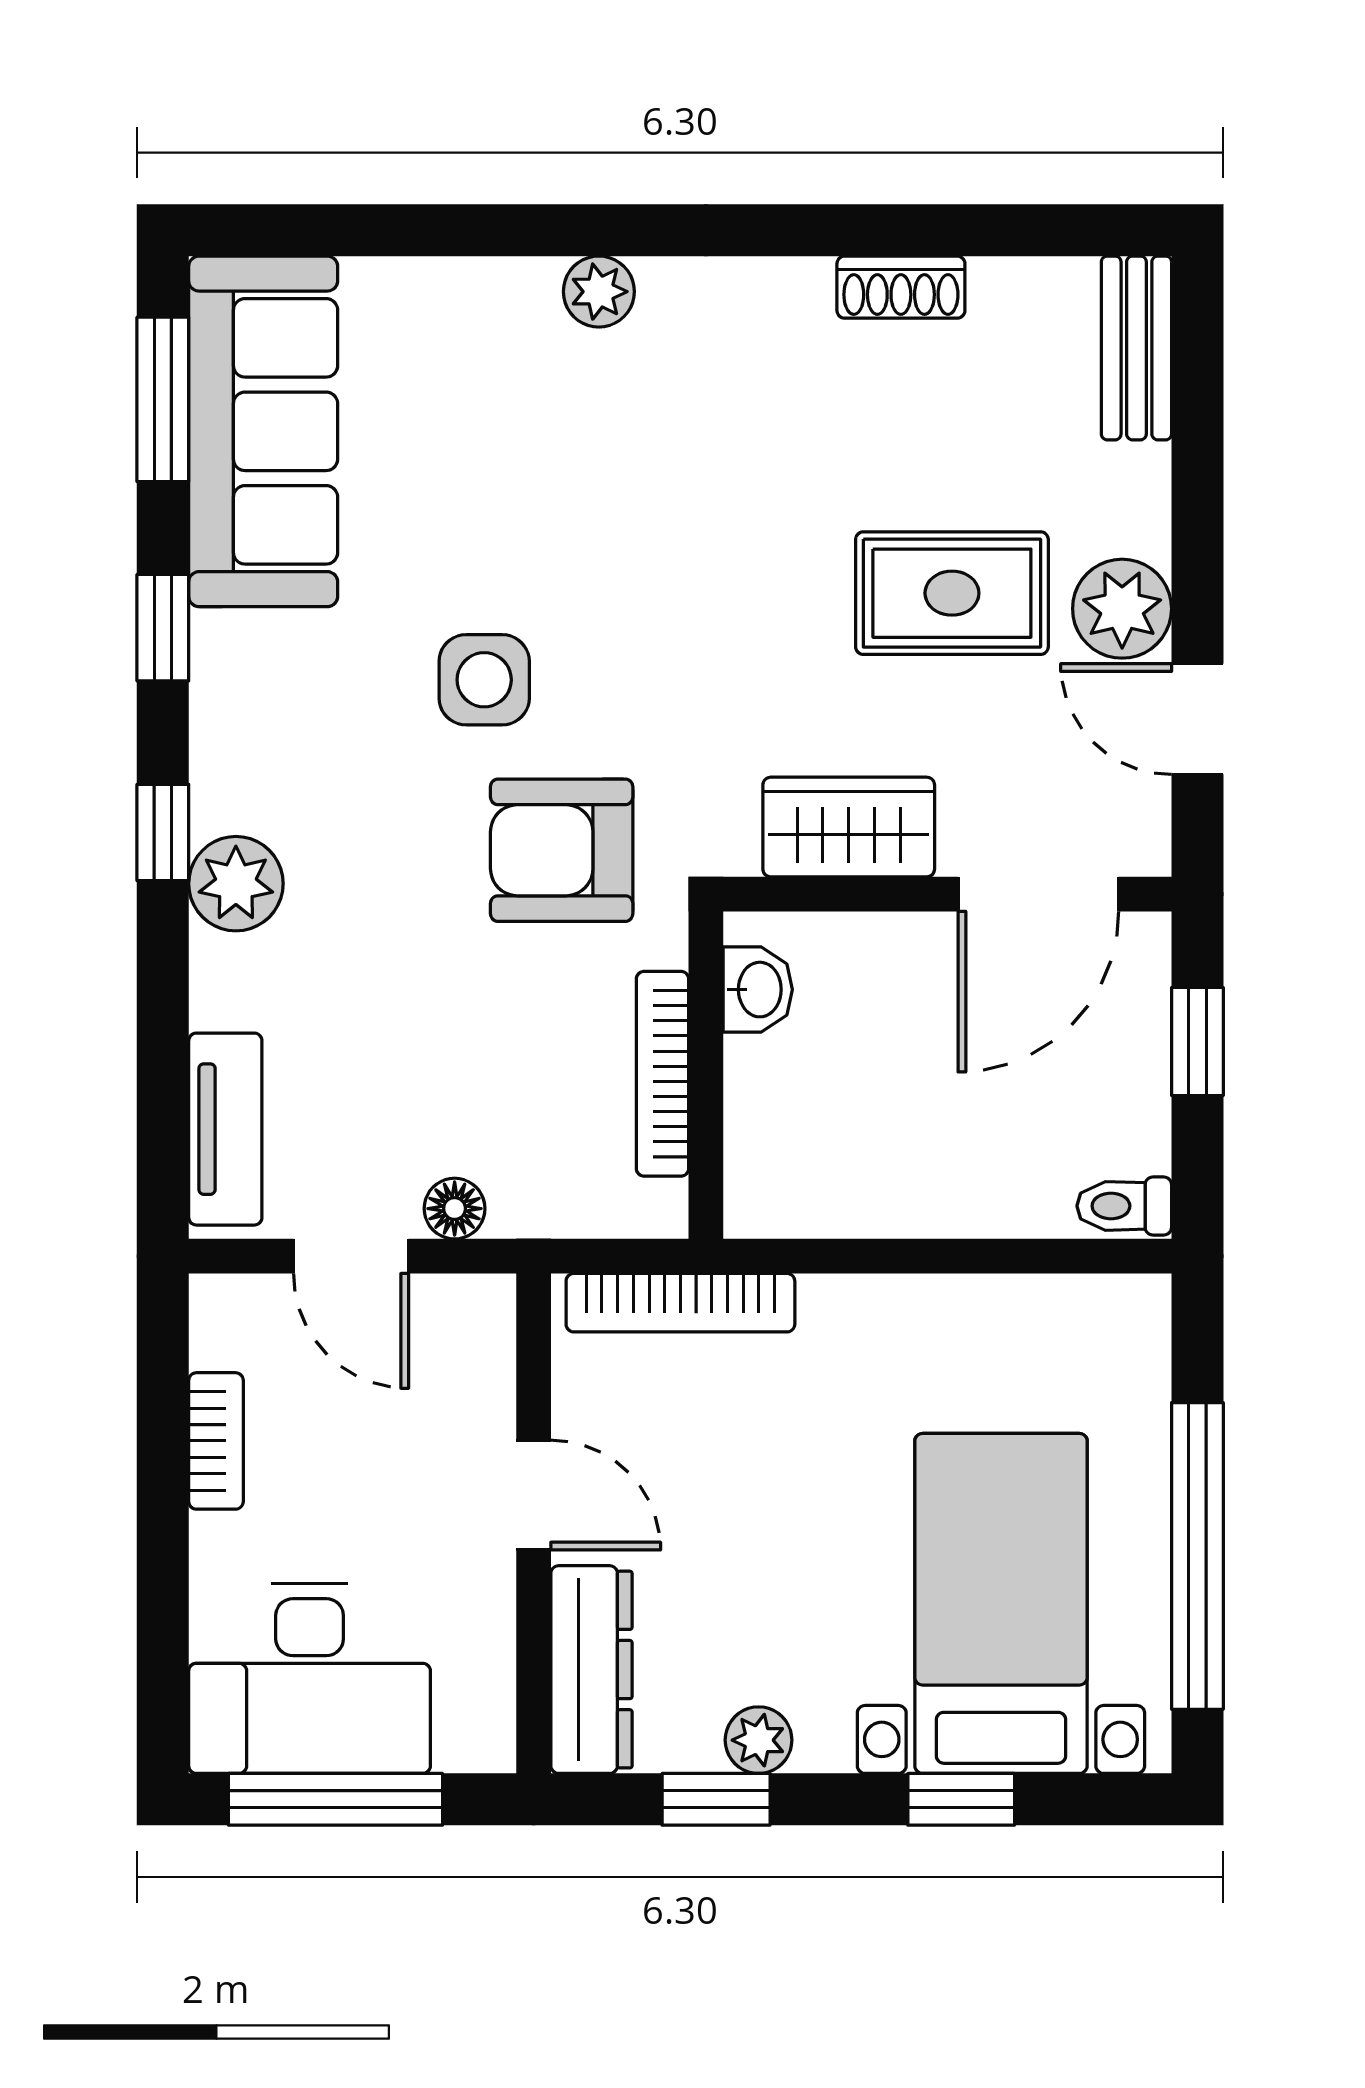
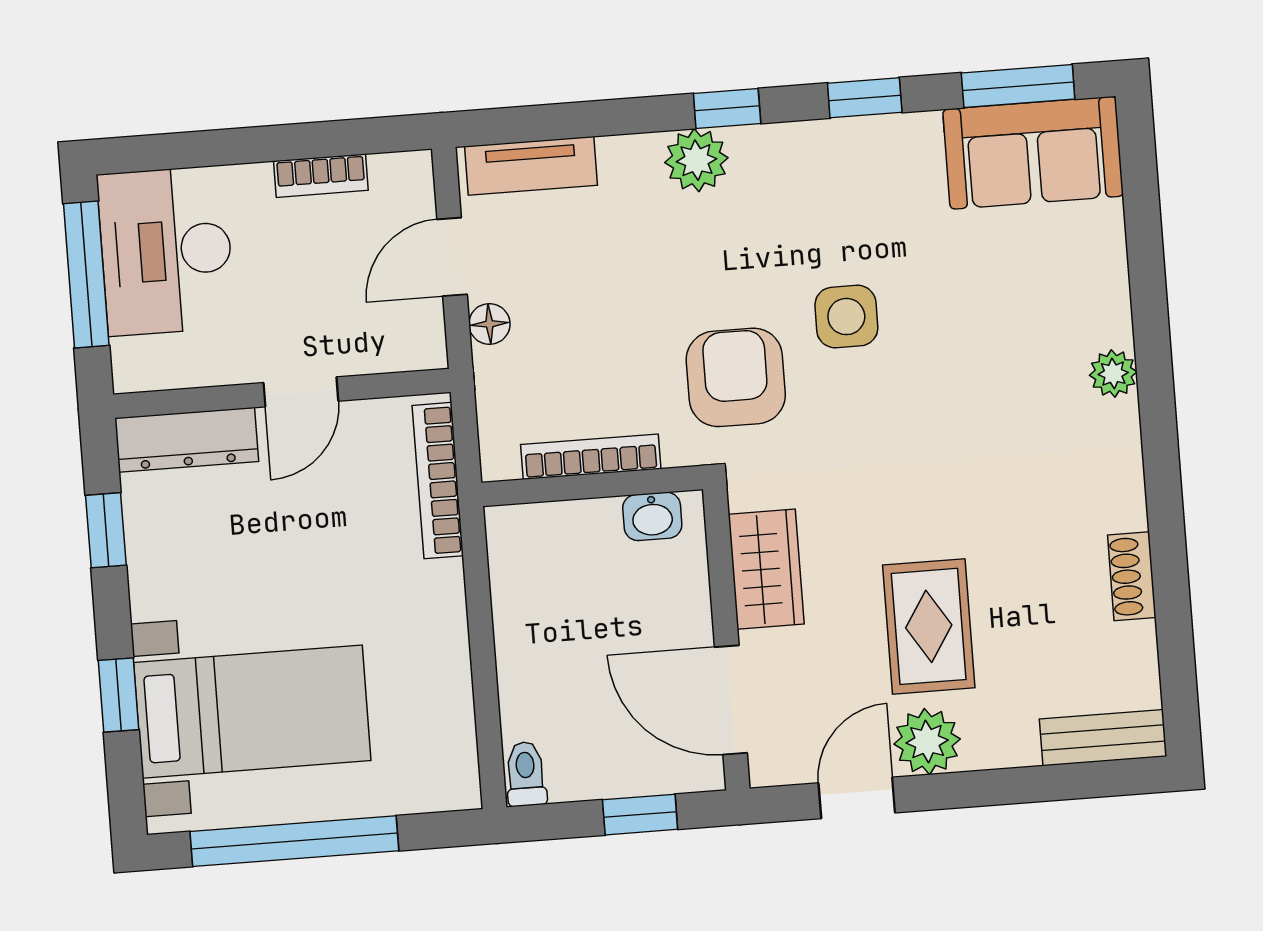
sofa: (263, 431) -> (1033, 153), width x0.73
plant: (759, 1740) -> (148, 556), removed

